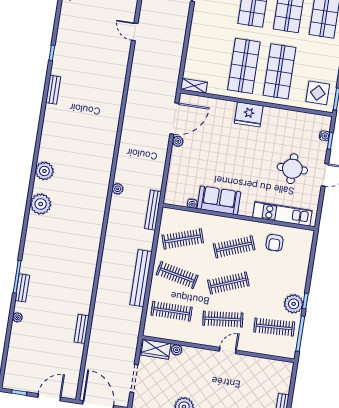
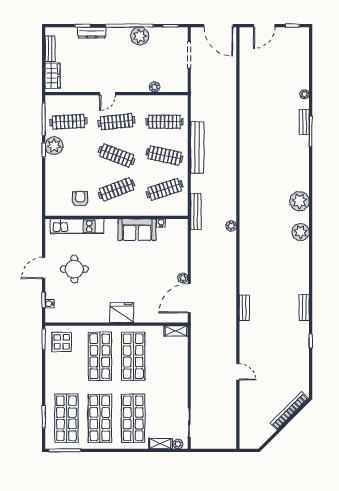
clothes rail: (228, 283) -> (116, 156), turned 42
bench: (82, 329) -> (244, 308), moved
wardrobe: (156, 349) -> (53, 76), moved, turned 90

